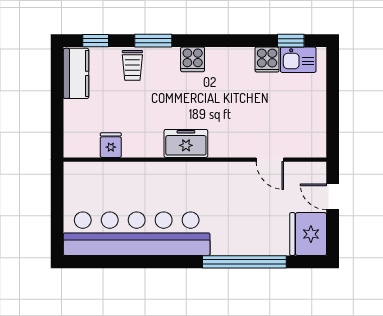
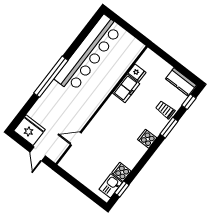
freezer: (186, 143) -> (126, 88), moved
door: (333, 197) -> (38, 154), swing flipped
window: (244, 262) -> (51, 77), moved

